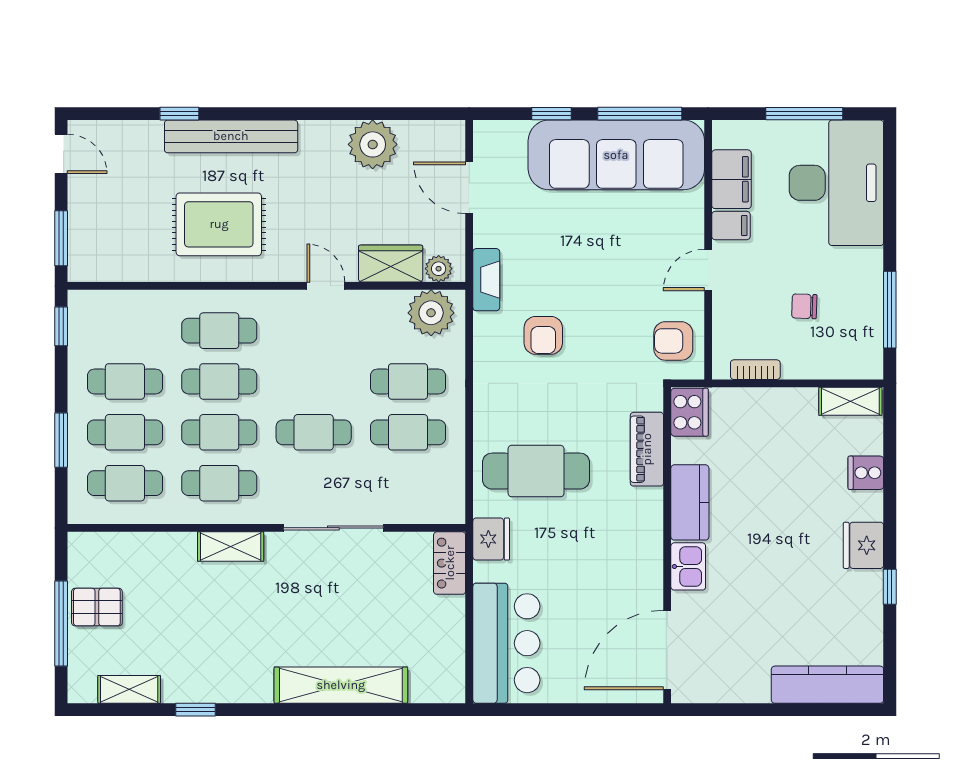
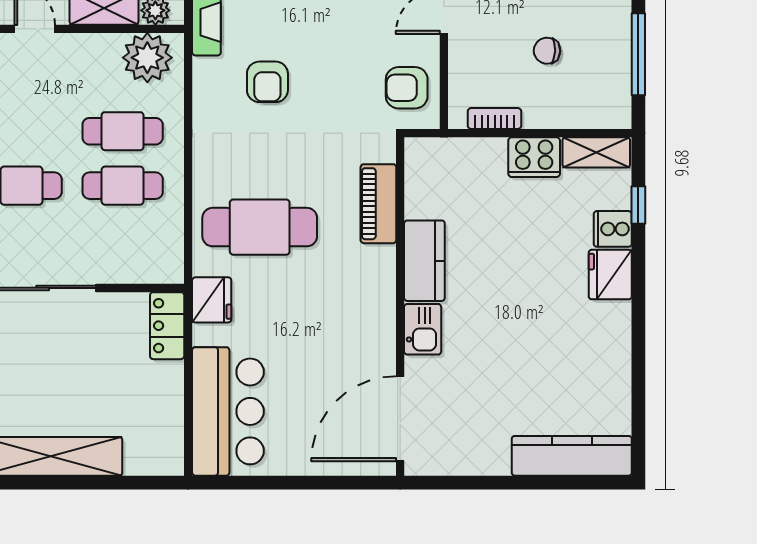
cooker: (690, 412) -> (534, 157), moved, turned 90
fridge: (863, 545) -> (610, 275), moved
window: (890, 587) -> (638, 205), moved

